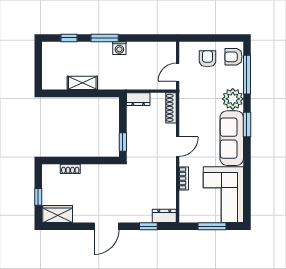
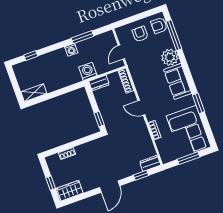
window: (105, 38) -> (82, 37), moved
washing machine: (130, 81) -> (88, 71), added
shelving: (82, 83) -> (34, 93), moved
window: (247, 125) -> (198, 103), moved
sofa: (232, 138) -> (178, 81), width x0.73
door: (178, 147) -> (141, 108), swing flipped

